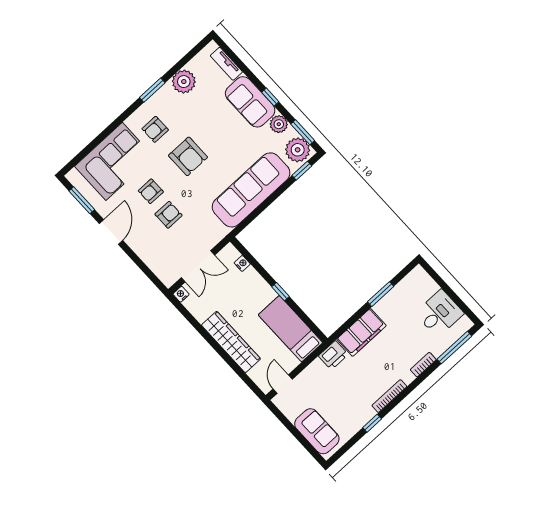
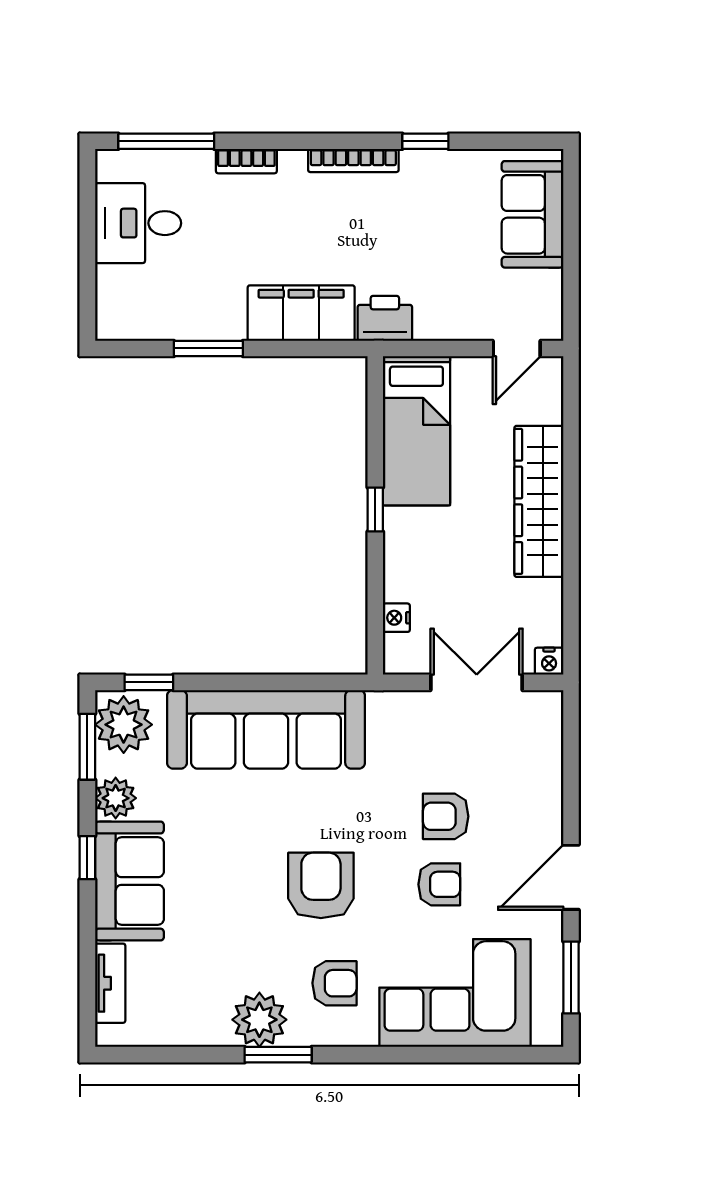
plant: (184, 82) -> (259, 1020), moved

